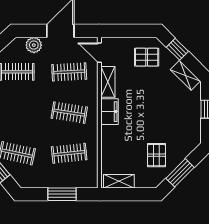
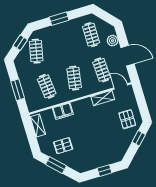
door: (99, 53) -> (121, 86), hinge flipped
shelving: (185, 75) -> (123, 149), removed
filing cabinet: (110, 112) -> (63, 111), moved

